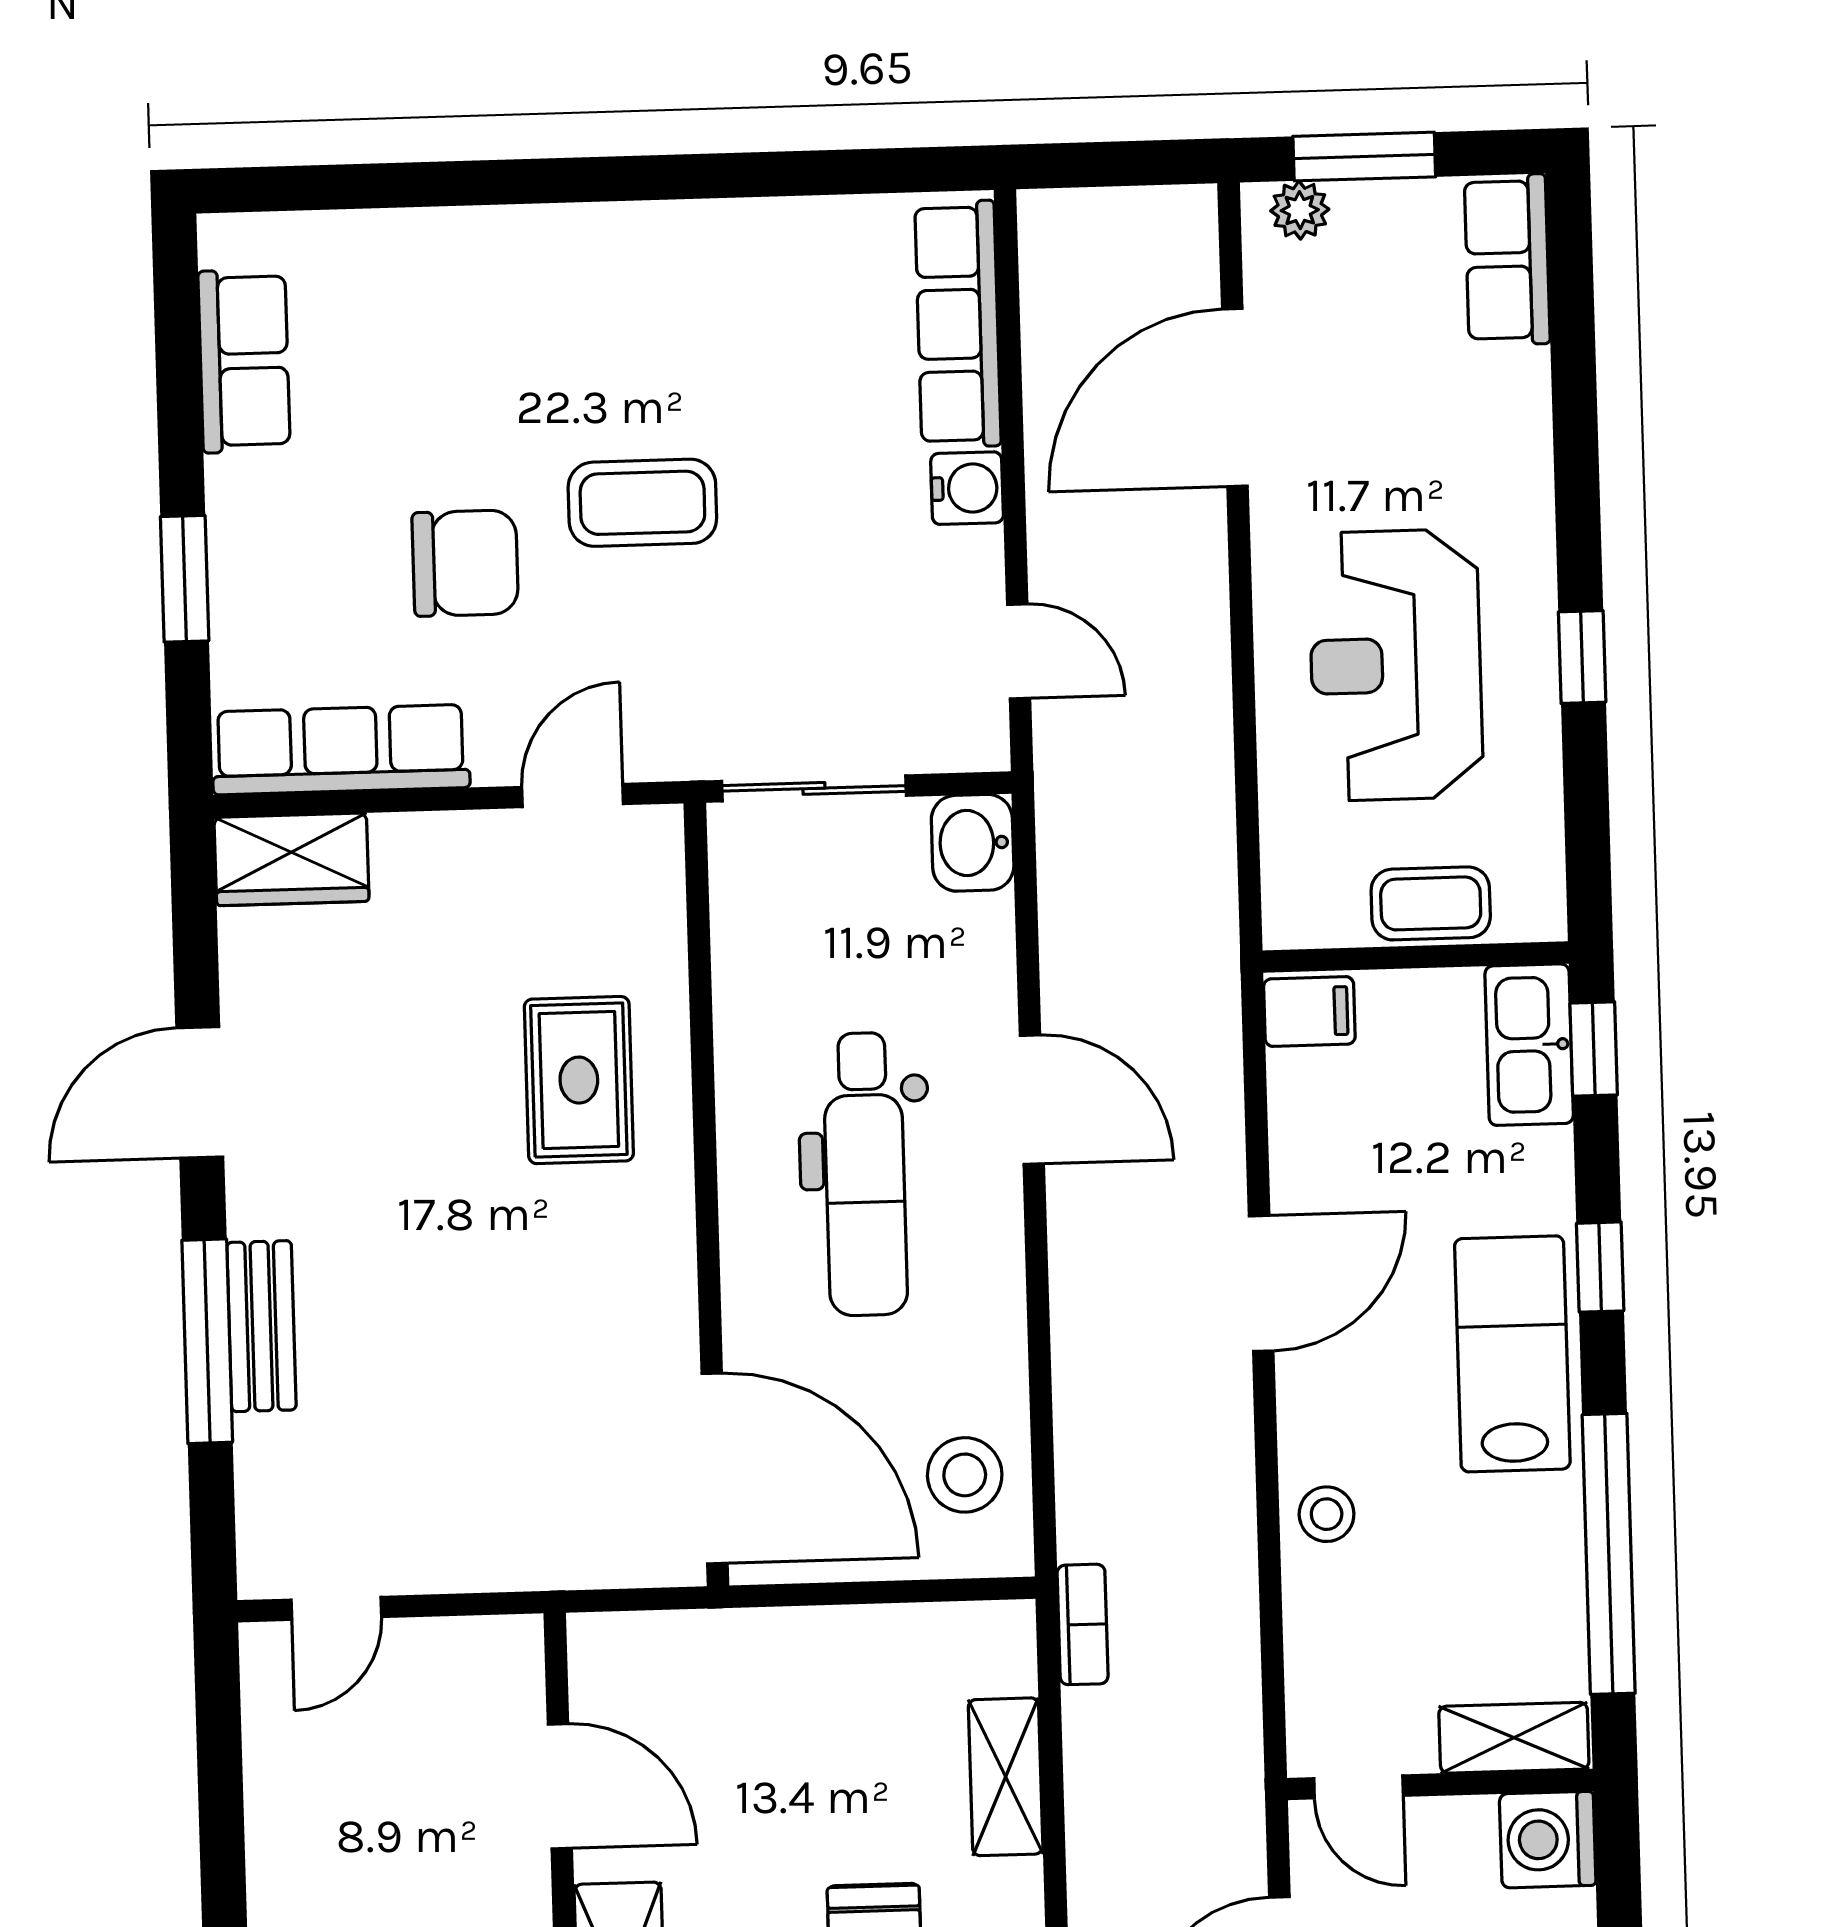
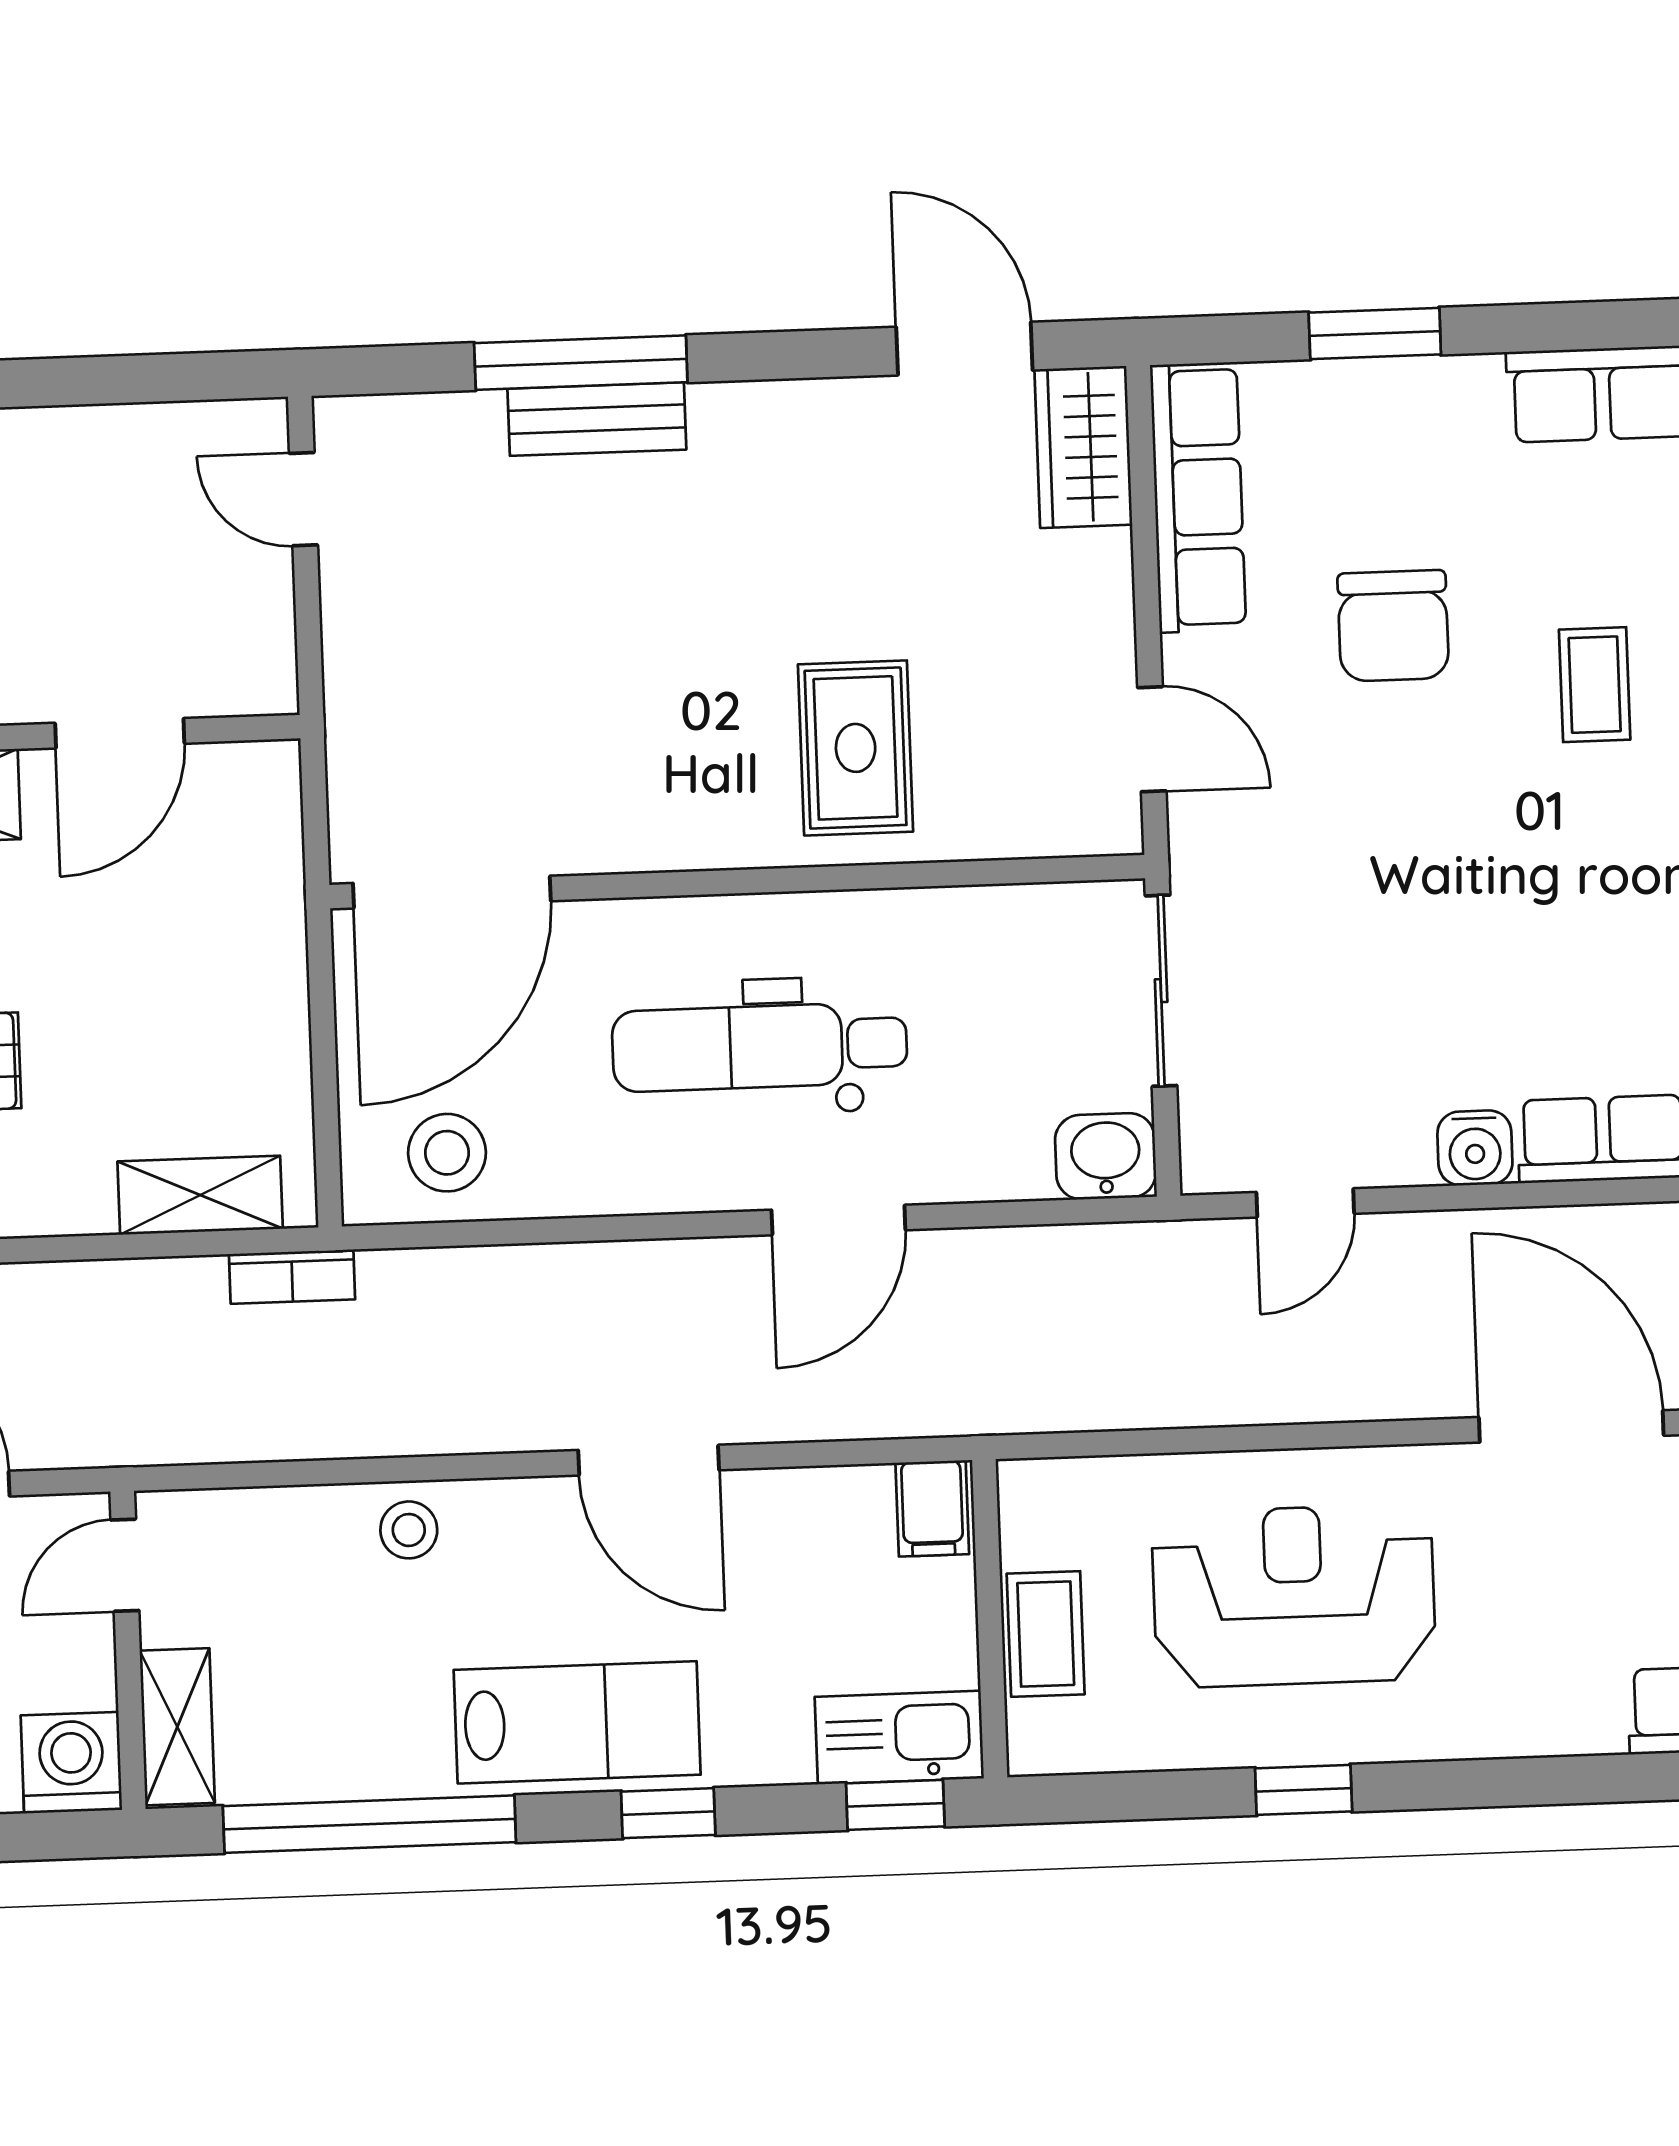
coffee table: (642, 503) -> (1595, 685), moved, width x0.73, depth x0.77
rug: (579, 1080) -> (856, 748), turned 90
door: (200, 1092) -> (964, 349), moved
shelving: (1006, 1777) -> (200, 1195), moved

